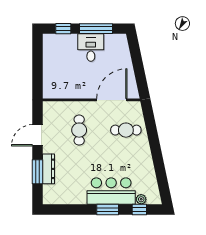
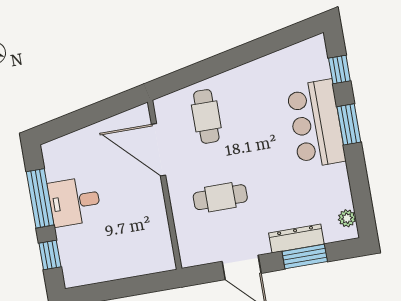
plant: (141, 199) -> (347, 218), moved

